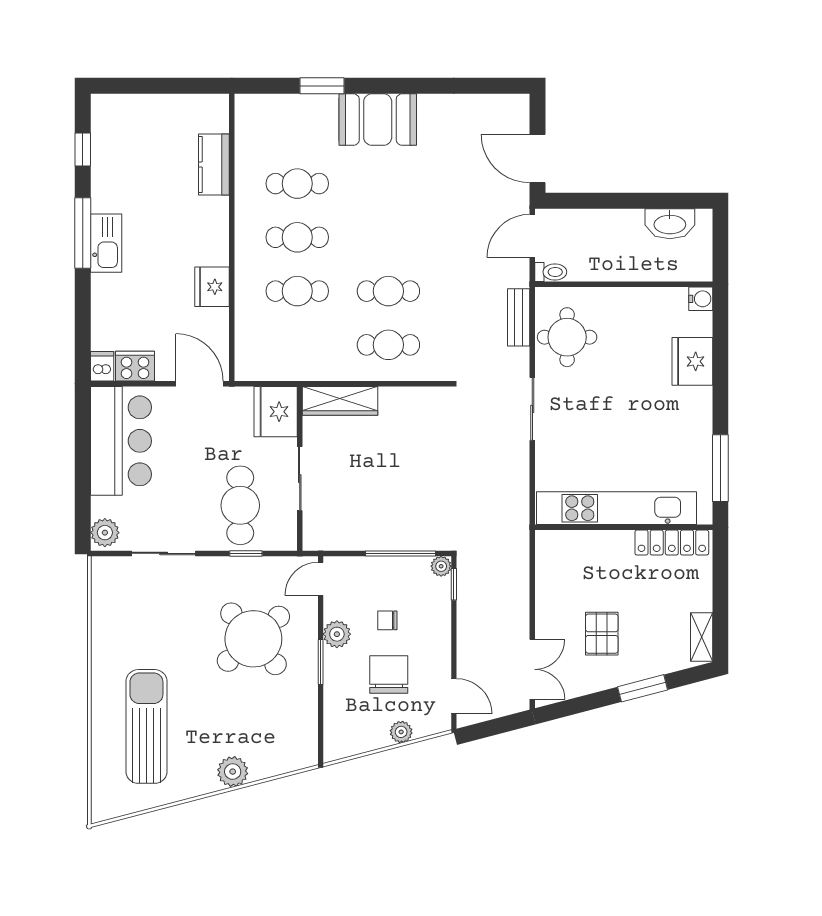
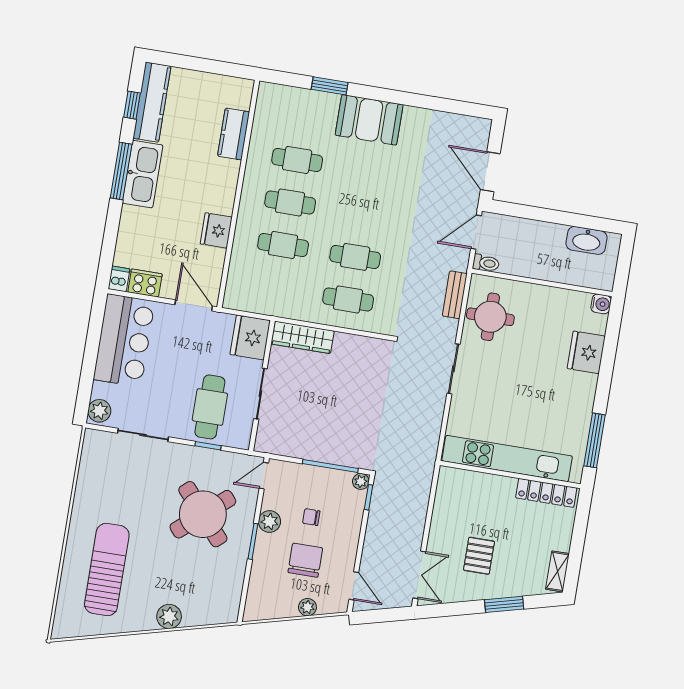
kitchen counter: (107, 142) -> (152, 102), added
kitchen sink: (106, 243) -> (143, 174), width x1.36, depth x1.24

